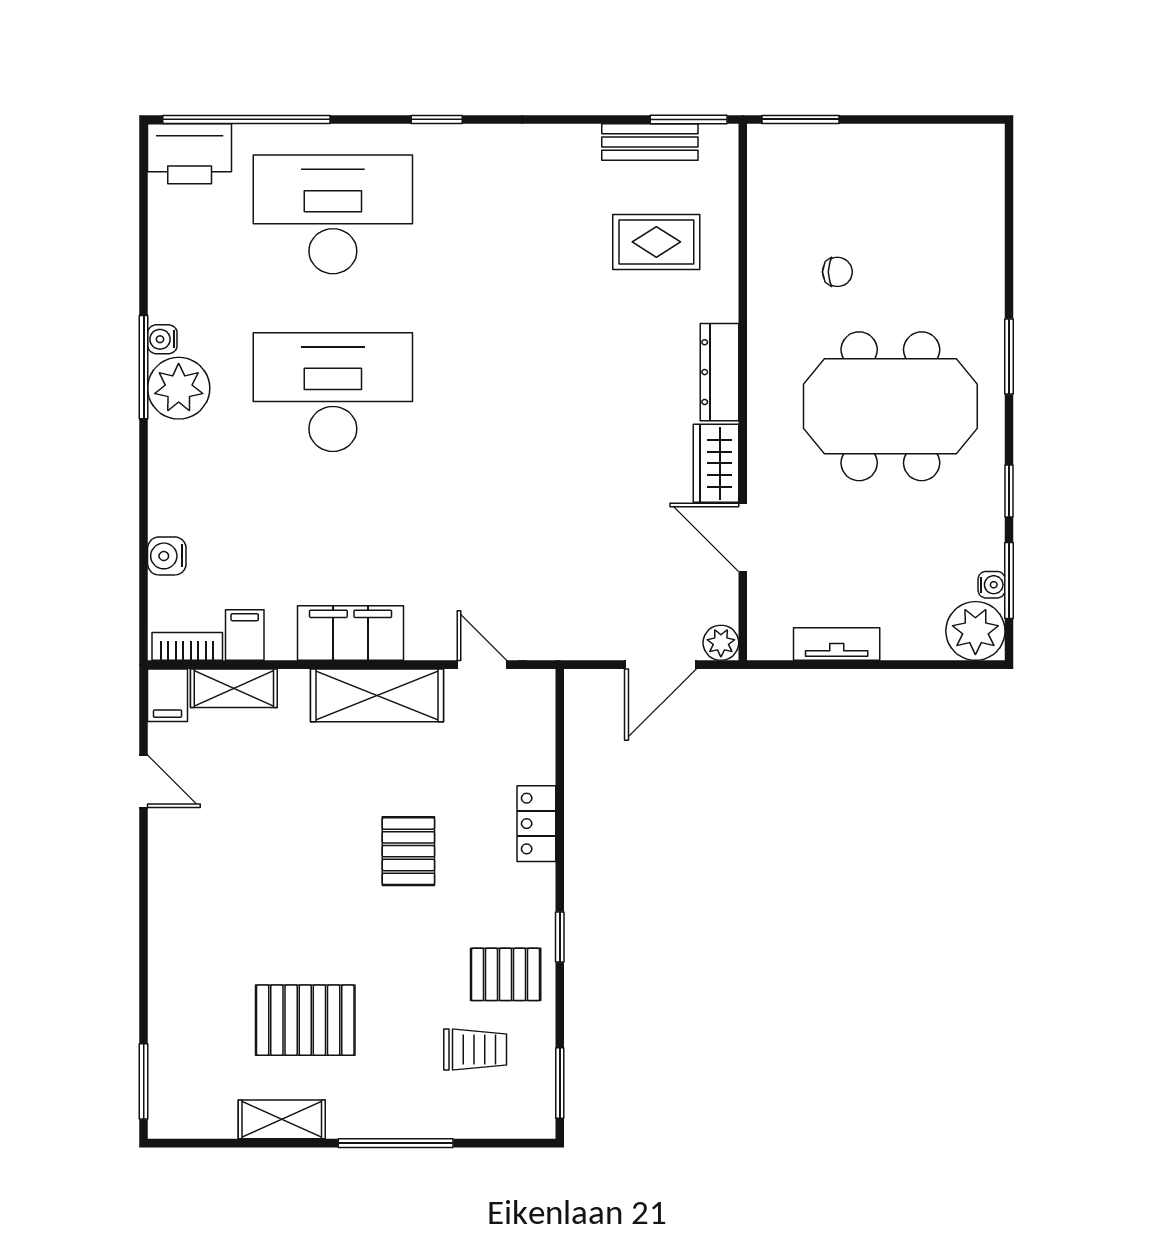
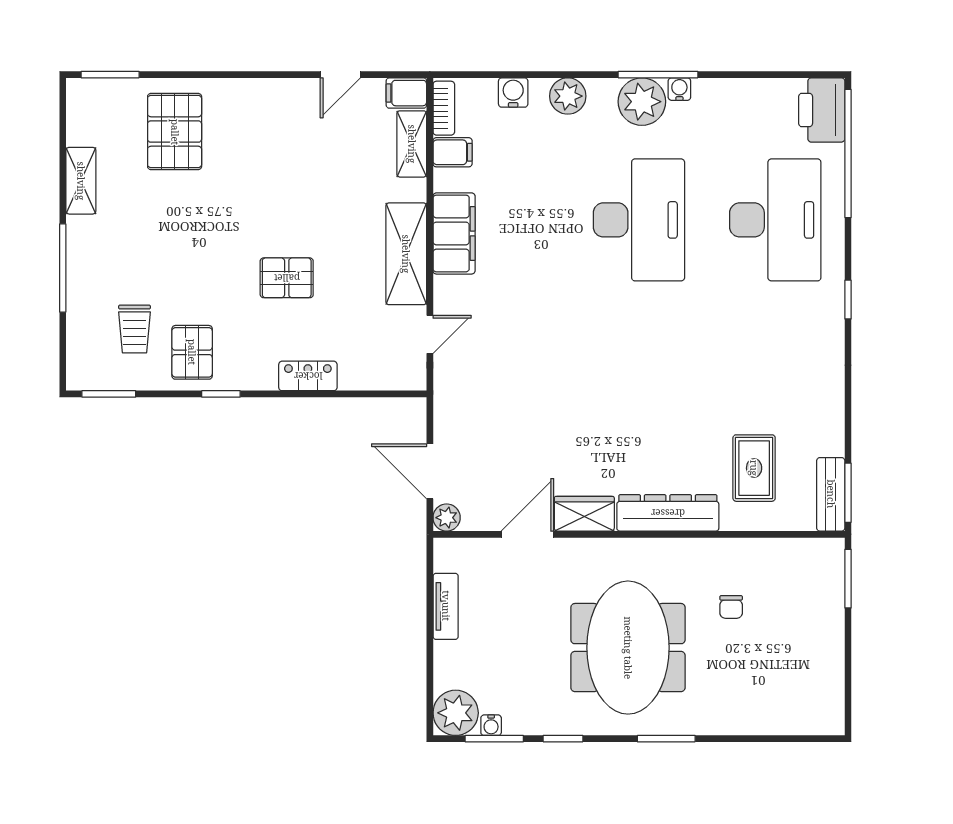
bench: (650, 142) -> (831, 494), moved
dresser: (720, 372) -> (668, 513), width x1.37, depth x1.24
plant: (171, 485) -> (568, 96), added
pallet: (305, 1020) -> (175, 132), moved

